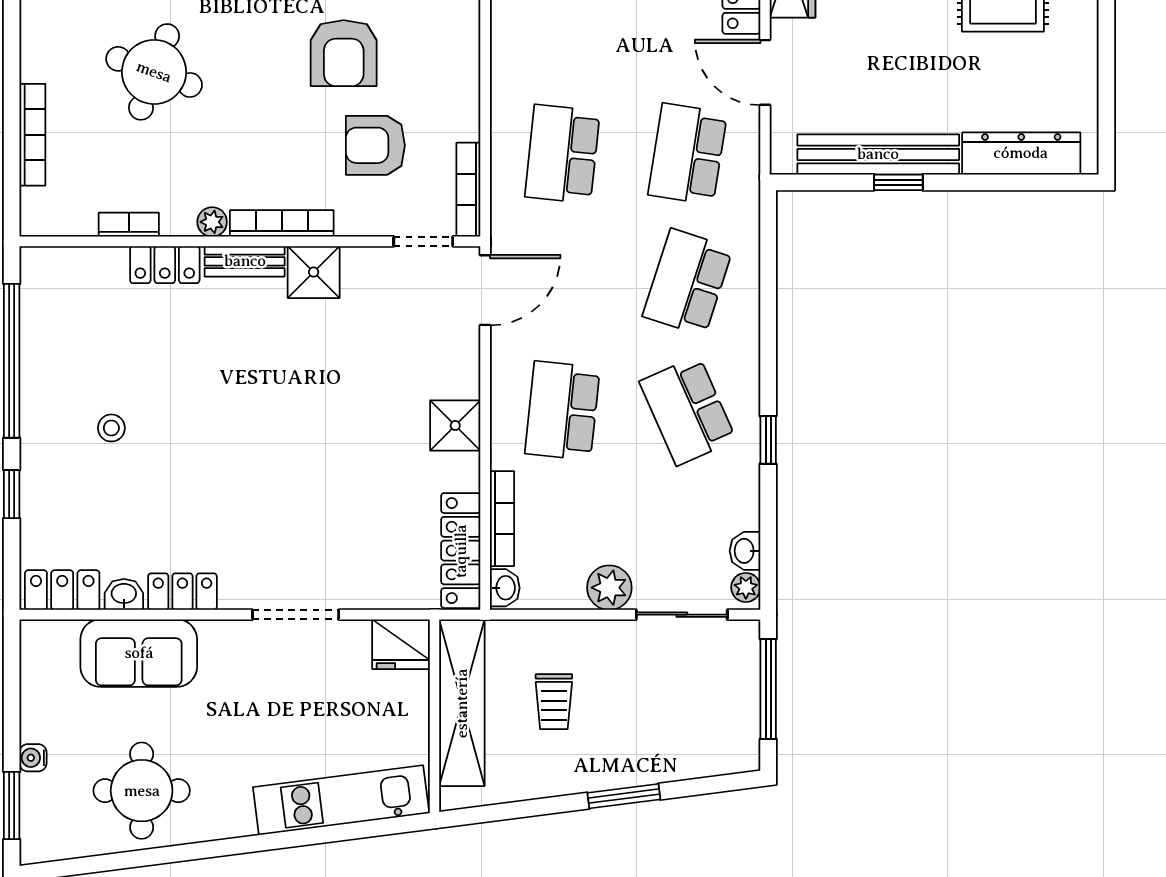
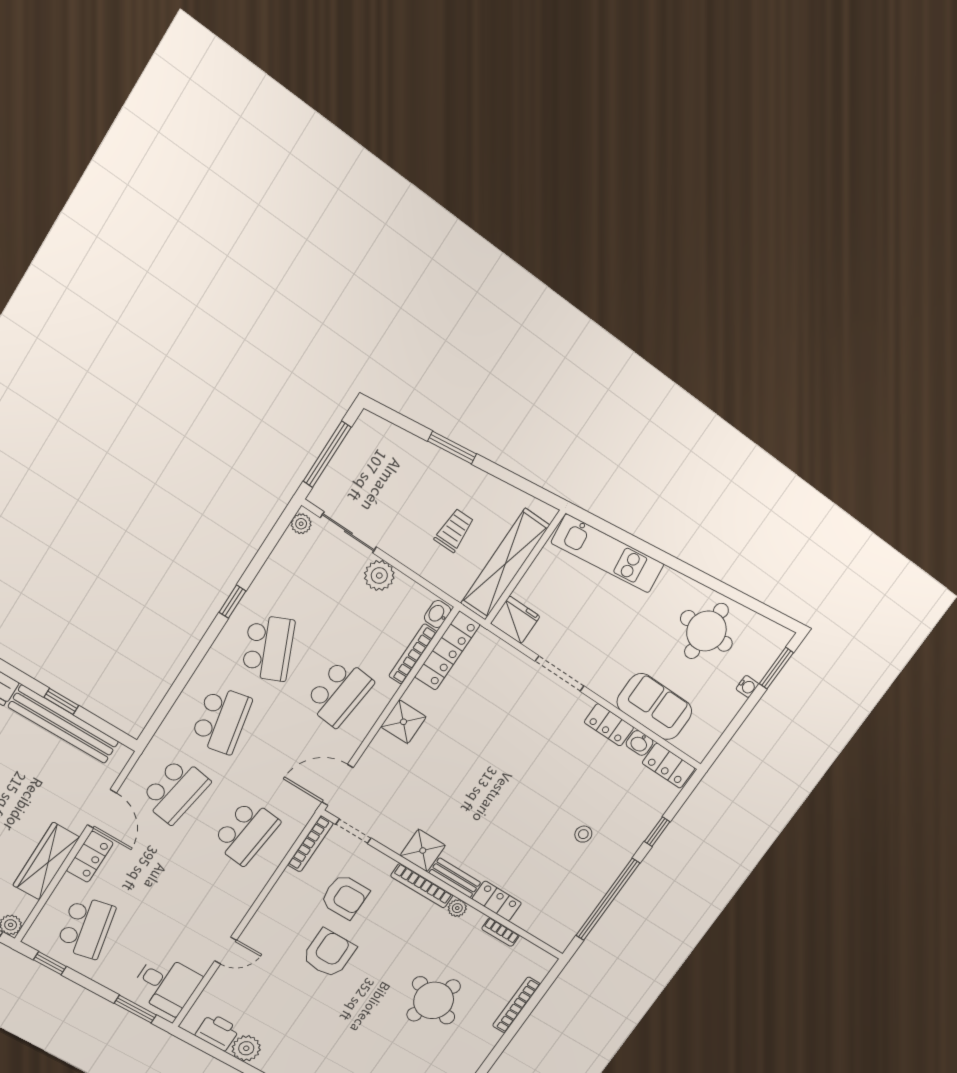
school desk: (688, 282) -> (221, 720), turned -30
washbasin: (745, 551) -> (288, 546), removed

